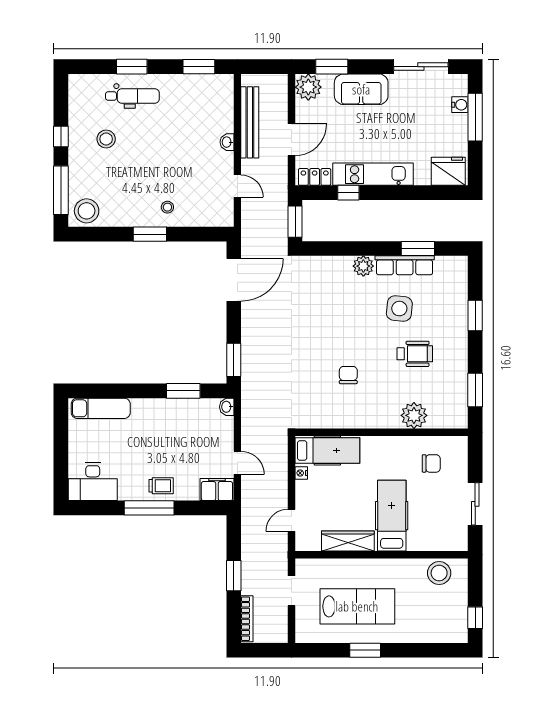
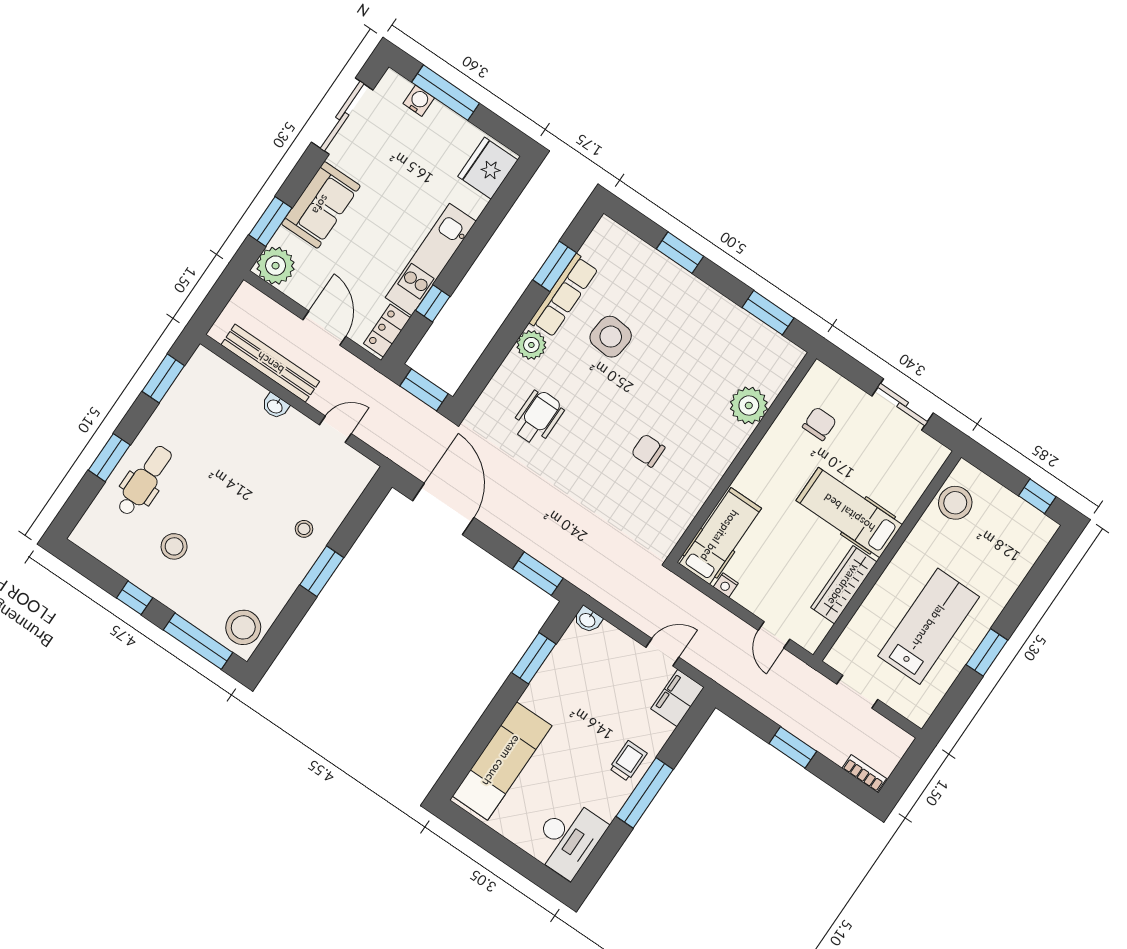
wheelchair: (415, 354) -> (538, 417), moved
exam couch: (101, 408) -> (502, 761), width x1.36, depth x1.45
bookcase: (247, 619) -> (864, 773), width x0.64

